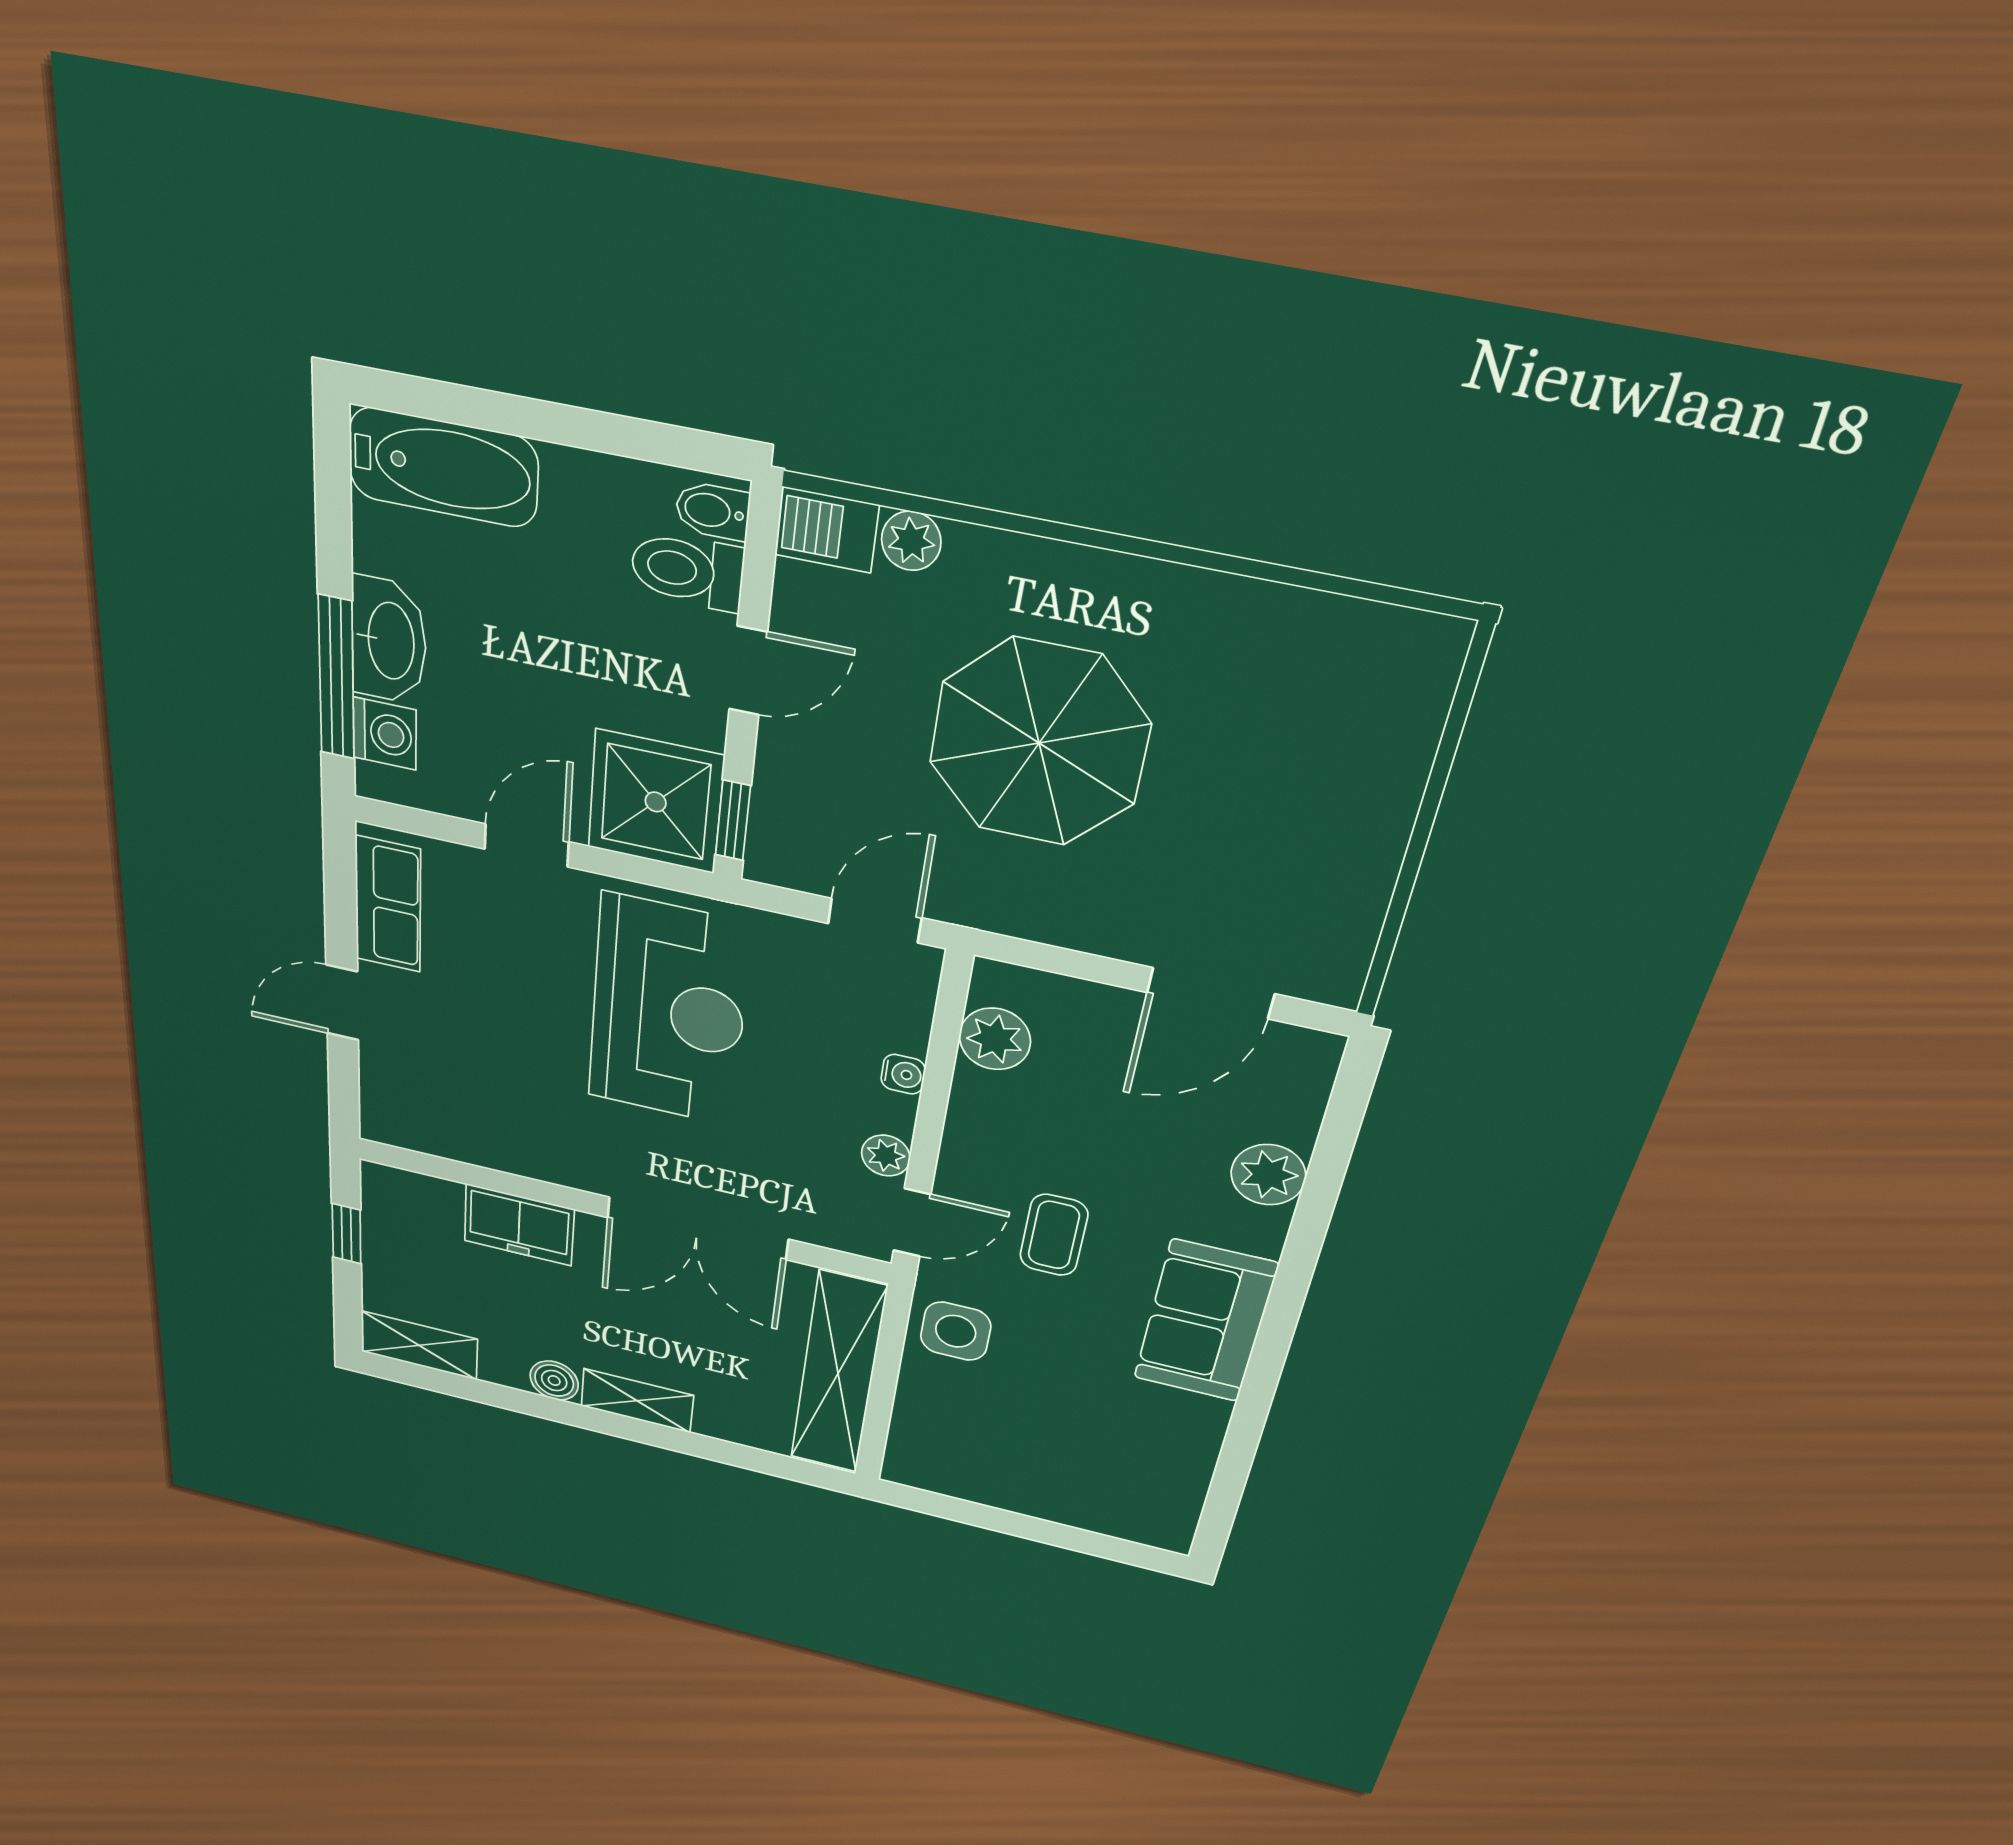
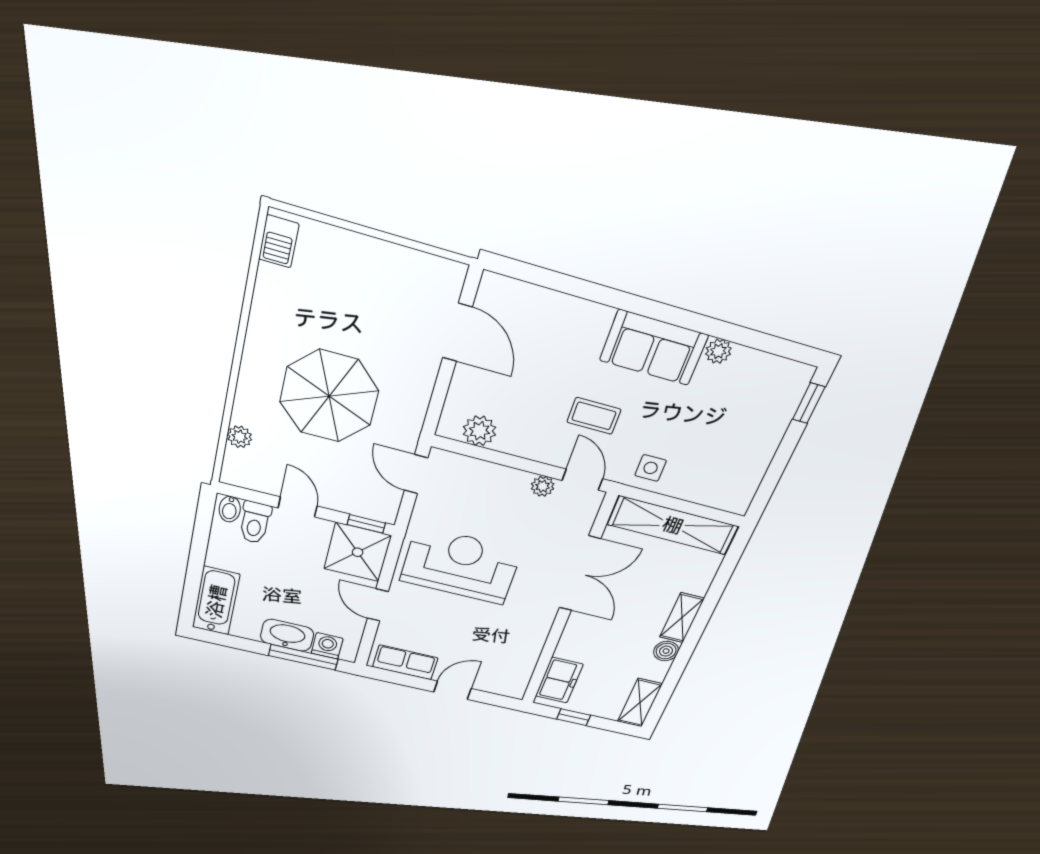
barbecue: (827, 530) -> (279, 241), moved
door: (342, 1003) -> (453, 690), swing flipped
water cooler: (903, 1074) -> (497, 473), removed
plant: (1268, 1175) -> (718, 351), moved, width x0.73, depth x0.73
freezer: (519, 1225) -> (559, 680), moved
side table: (956, 1331) -> (651, 468), width x0.73, depth x0.73
window: (1119, 1550) -> (809, 403), added

